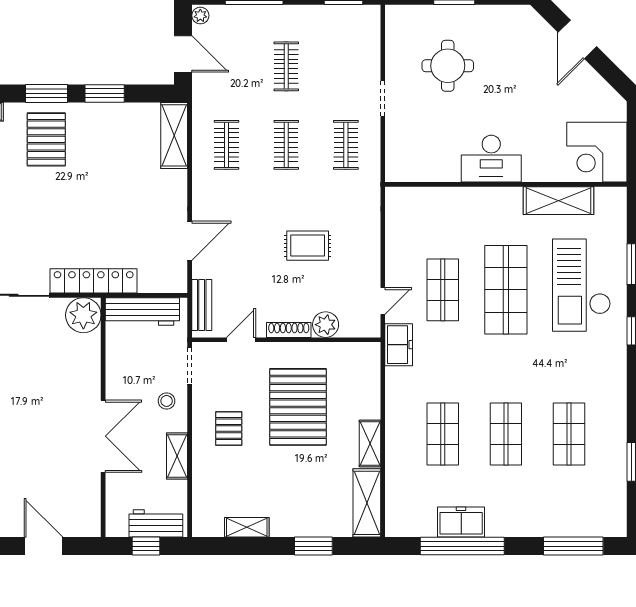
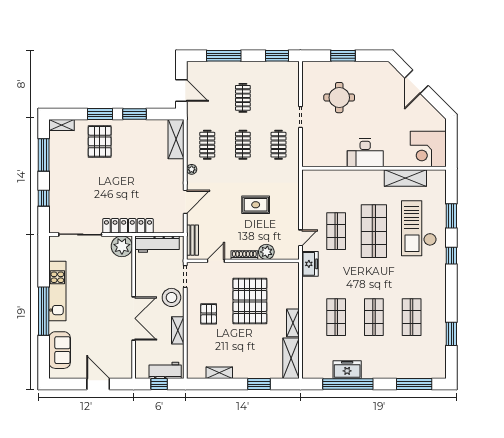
plant: (200, 16) -> (192, 169), moved
stool: (167, 401) -> (171, 297), width x1.89, depth x1.89

